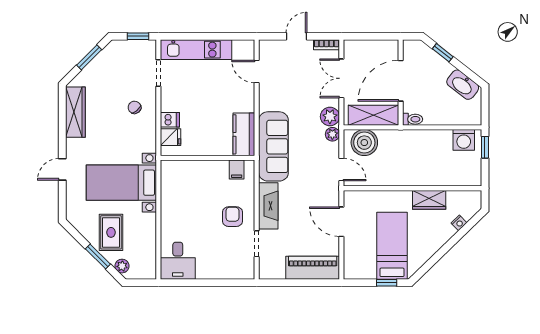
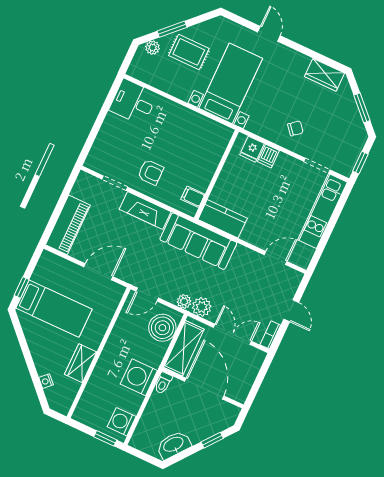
wardrobe: (75, 112) -> (325, 75), width x0.67
washing machine: (418, 143) -> (139, 377), added

